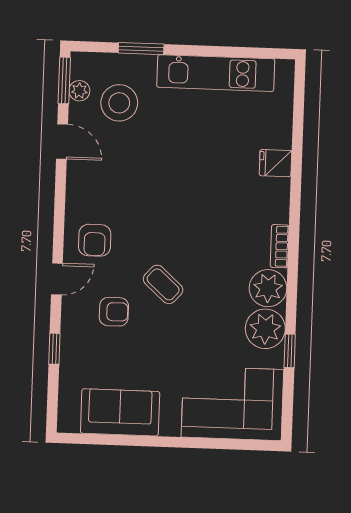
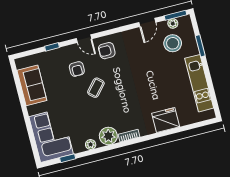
fridge: (275, 163) -> (166, 120), width x1.88, depth x1.34
plant: (265, 329) -> (91, 144), width x0.53, depth x0.53
window: (290, 351) -> (68, 158), moved

